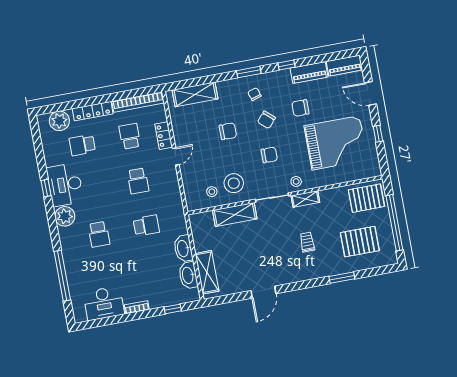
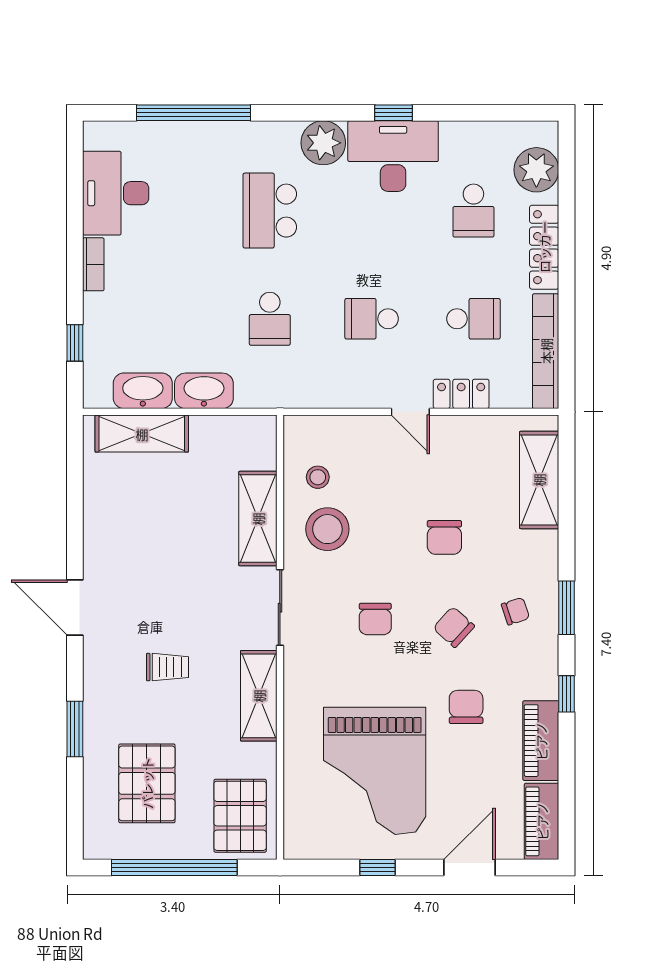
school desk: (82, 145) -> (473, 211), turned 180
stool: (296, 181) -> (306, 667), removed
shelving: (305, 199) -> (259, 696), width x1.50, depth x1.33
school desk: (99, 234) -> (270, 211), width x1.85
door: (263, 292) -> (75, 607), moved

